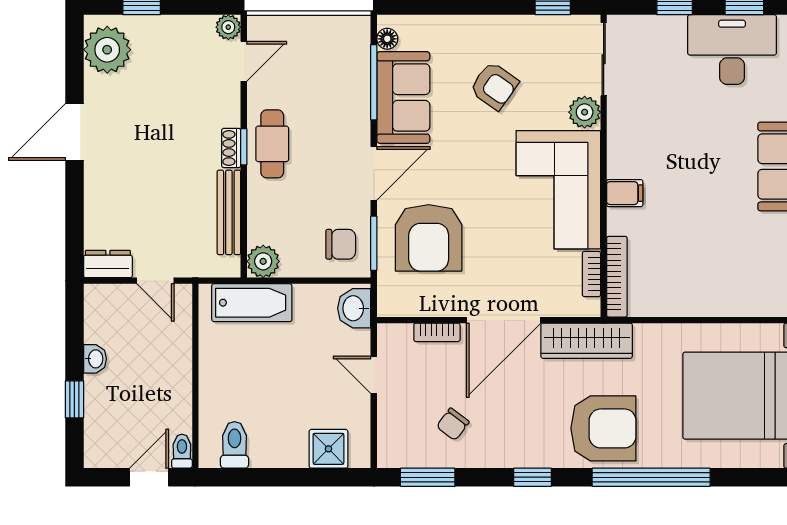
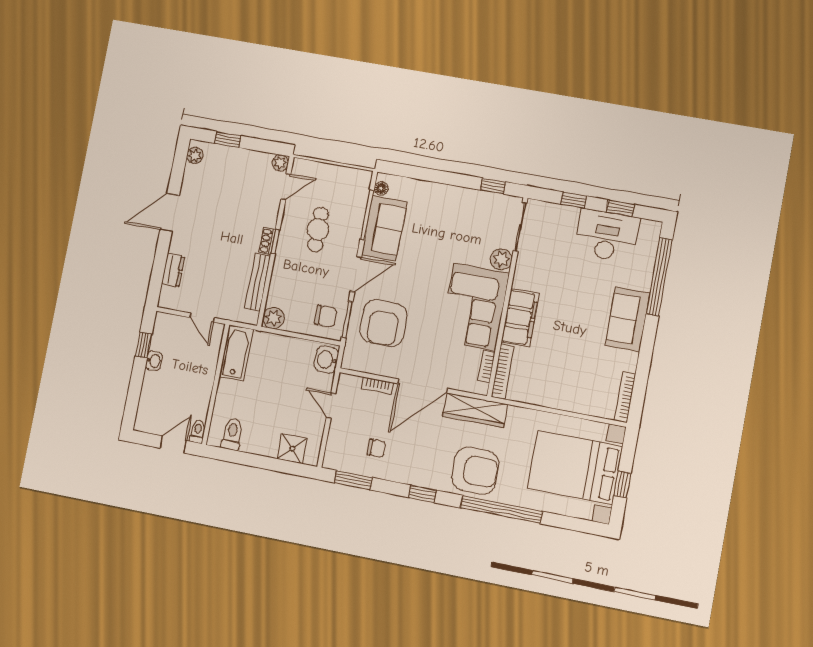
plant: (107, 50) -> (195, 155), width x0.53, depth x0.53
armchair: (494, 86) -> (445, 231), removed
cafe table: (272, 144) -> (318, 229), moved
filing cabinet: (625, 193) -> (520, 318), width x3.00, depth x1.17
dresser: (108, 264) -> (173, 270), moved, turned 90
bathtub: (252, 303) -> (236, 353), moved, turned -90
window: (74, 399) -> (143, 345), moved
chair: (453, 424) -> (376, 448), turned -127

